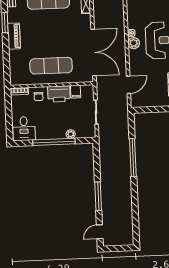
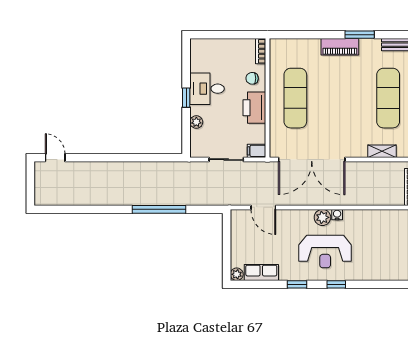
filing cabinet: (76, 92) -> (257, 151), moved
desk: (24, 129) -> (207, 89), moved
window: (54, 142) -> (186, 98), width x0.32
window: (98, 196) -> (106, 158), removed

